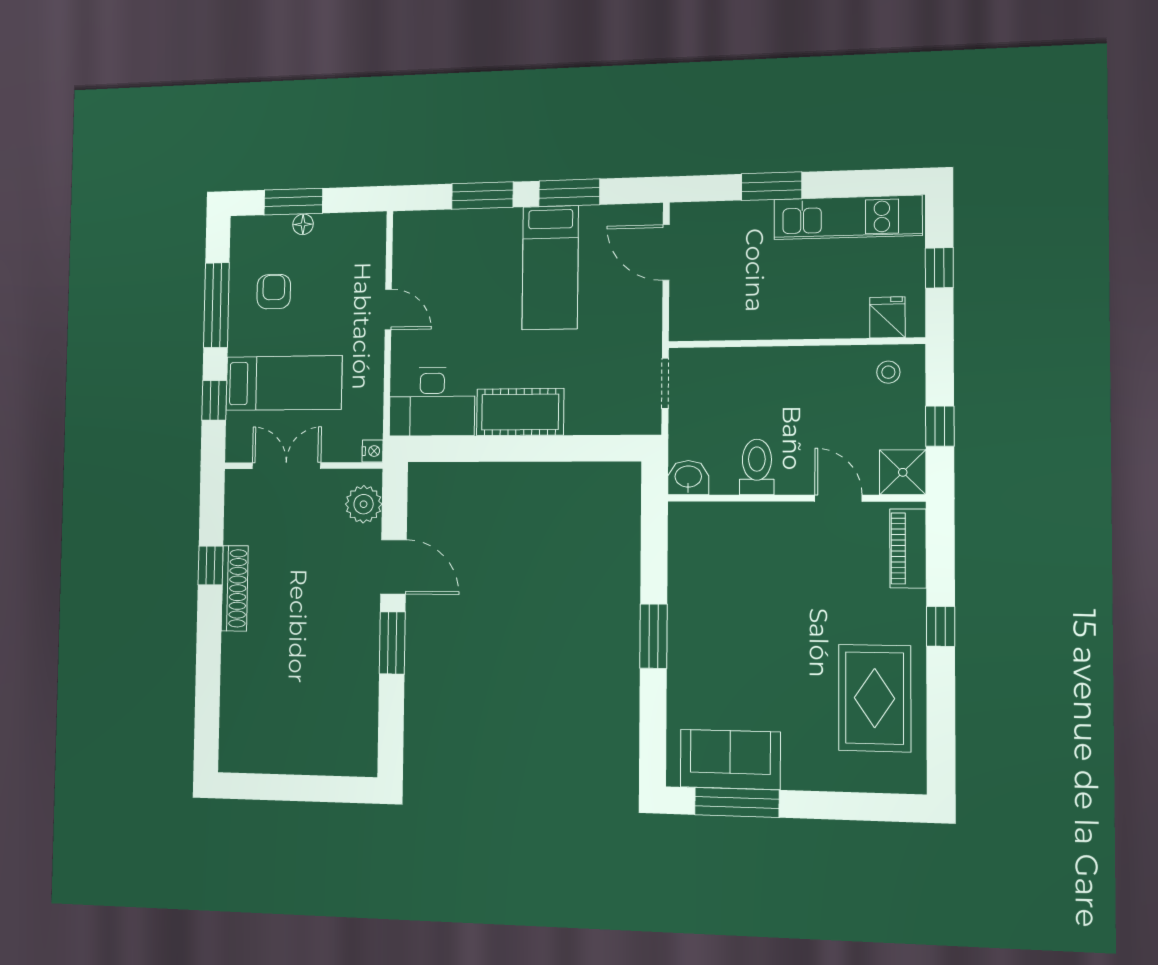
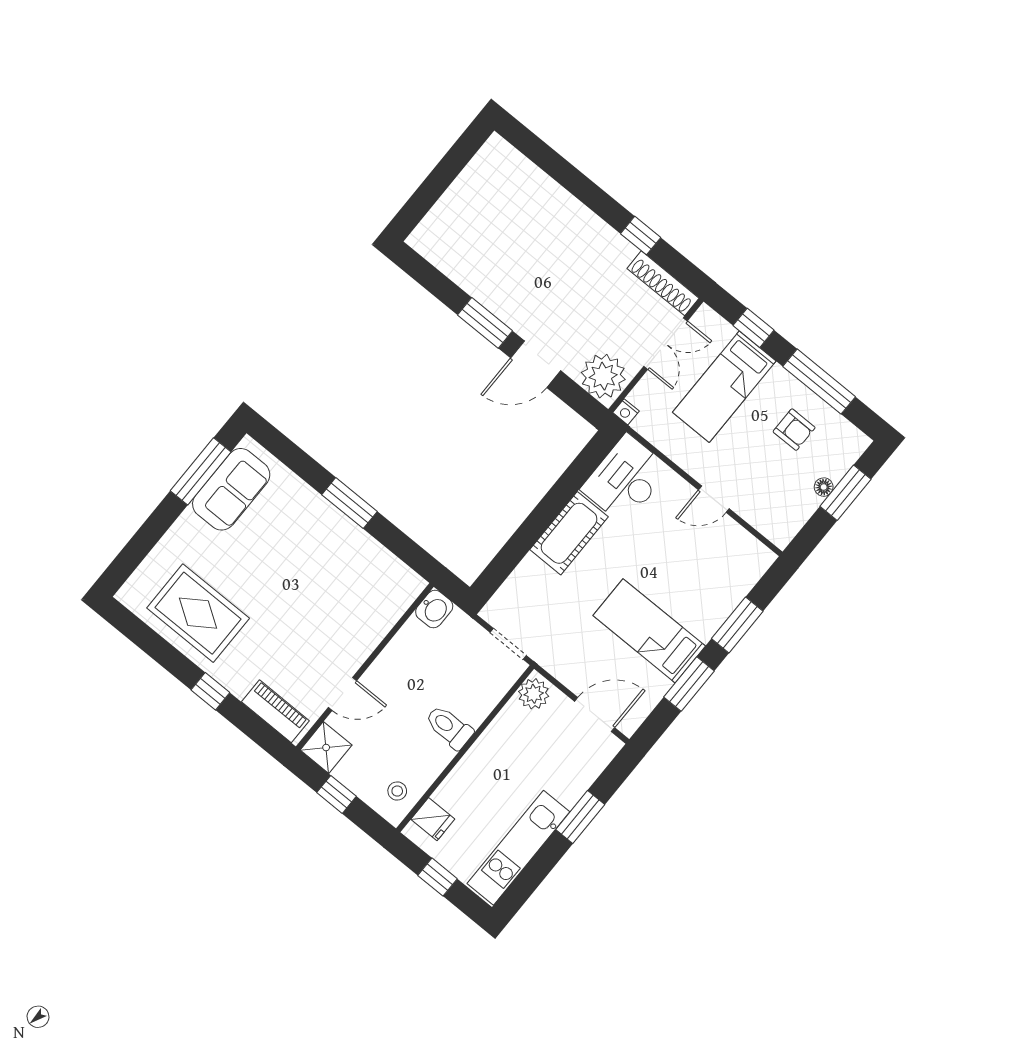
plant: (692, 323) -> (534, 694), added
toilet: (757, 467) -> (449, 727), moved, turned 180
plant: (364, 504) -> (603, 376), width x1.36, depth x1.36
shoe rack: (235, 588) -> (663, 283), moved

